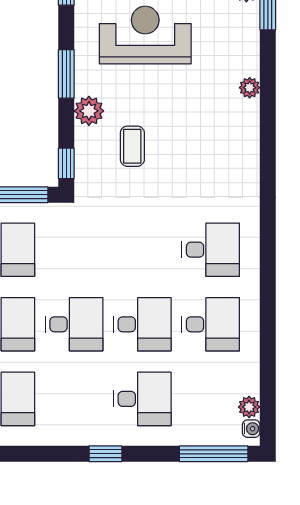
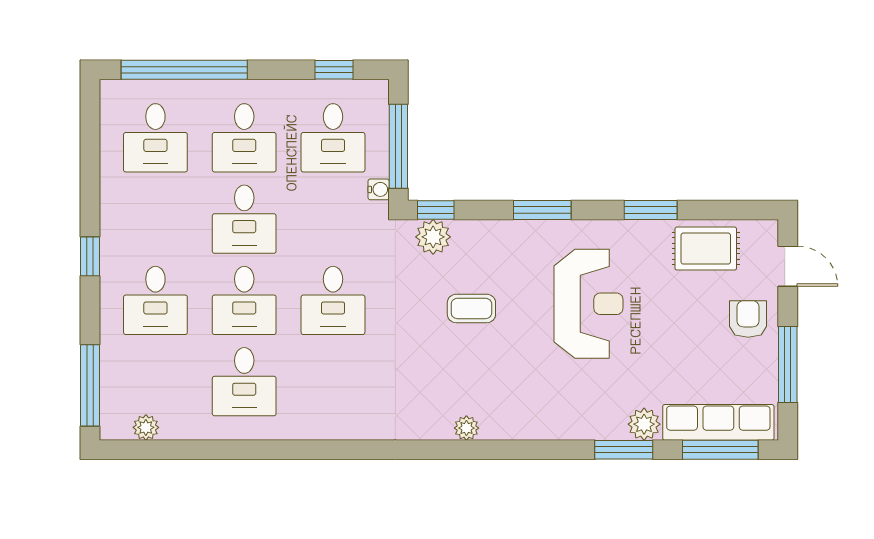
plant: (250, 88) -> (466, 428), moved
plant: (89, 111) -> (433, 237), moved
coffee table: (132, 146) -> (471, 308), moved
desk: (211, 250) -> (333, 300), moved
water cooler: (251, 429) -> (379, 189), moved, turned -90

